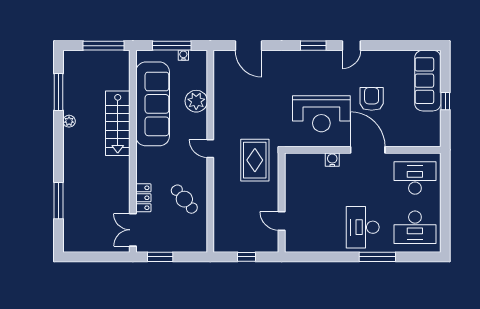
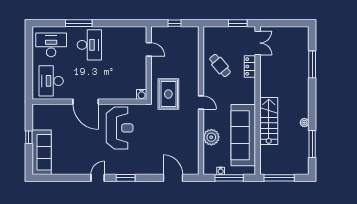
armchair: (372, 99) -> (83, 139), removed
reception desk: (321, 114) -> (120, 128), turned 90
water cooler: (332, 160) -> (142, 94), moved
desk: (415, 178) -> (51, 81), turned 90

